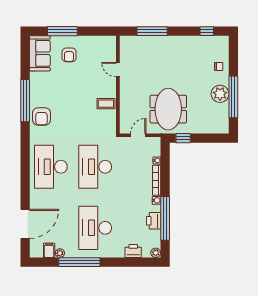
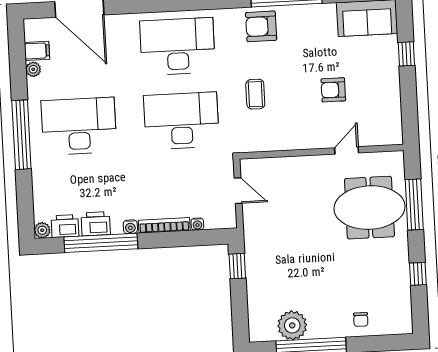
window: (62, 31) -> (406, 54), width x0.46
window: (207, 31) -> (418, 274), moved
armchair: (69, 55) -> (333, 90), moved
plant: (220, 94) -> (292, 325), moved
coffee table: (106, 104) -> (255, 94), moved
meeting table: (168, 109) -> (369, 208), moved
printer: (133, 251) -> (65, 226), moved, turned -90
window: (79, 262) -> (21, 135), moved

